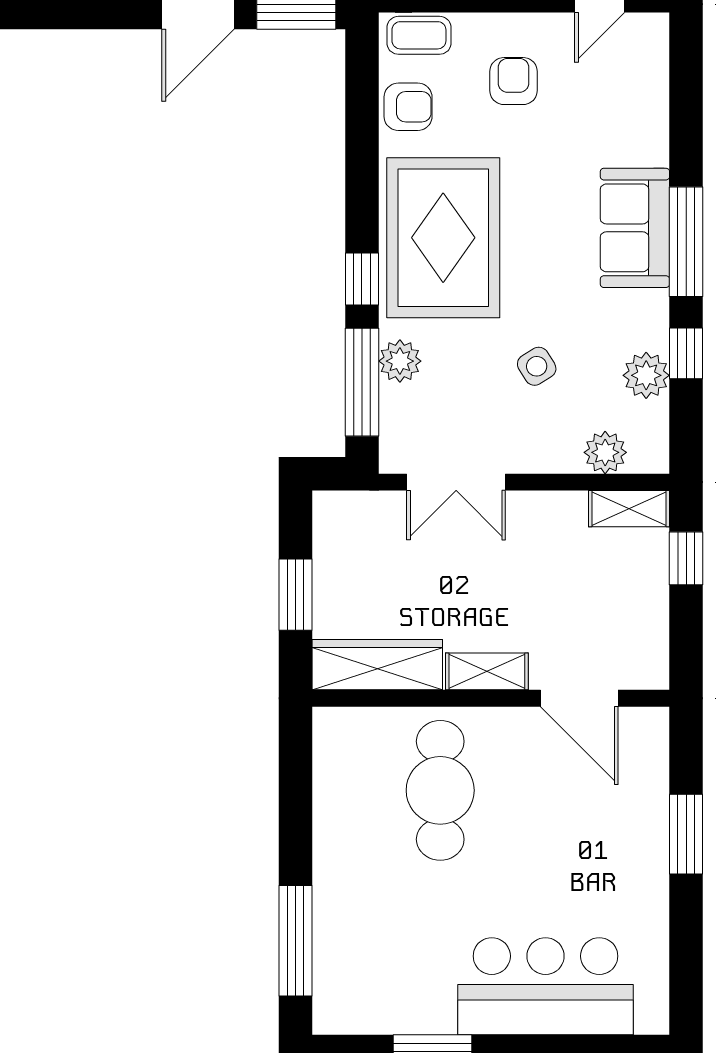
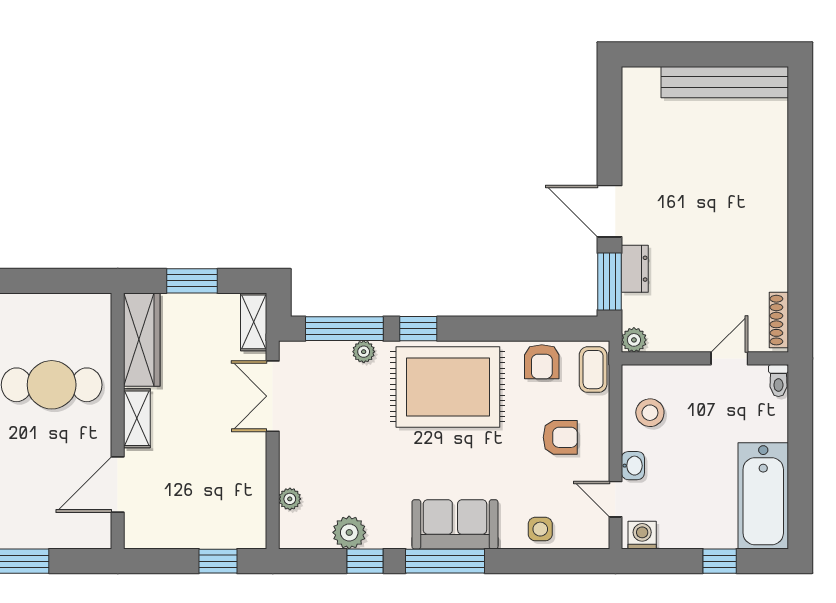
plant: (400, 361) -> (364, 352), width x0.73, depth x0.73
side table: (537, 366) -> (540, 529), moved, turned 32
plant: (605, 452) -> (290, 499), width x0.73, depth x0.73
shelving: (629, 509) -> (254, 322), moved

